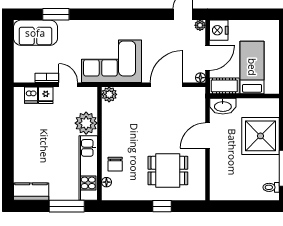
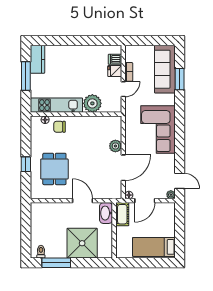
nightstand: (219, 30) -> (167, 210), removed
sofa: (35, 33) -> (165, 69), width x1.36
door: (207, 58) -> (145, 201), hinge flipped
corner sofa: (111, 61) -> (158, 129), moved, turned 180
bed: (252, 67) -> (154, 247), moved, turned 180
door: (166, 85) -> (123, 168), hinge flipped
plant: (109, 94) -> (115, 146), moved
window: (67, 206) -> (26, 76), moved

